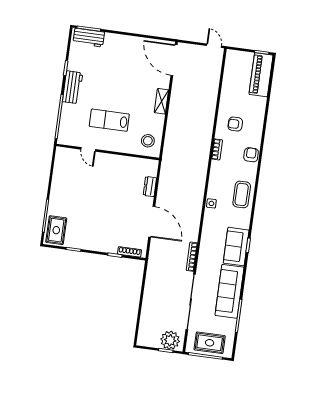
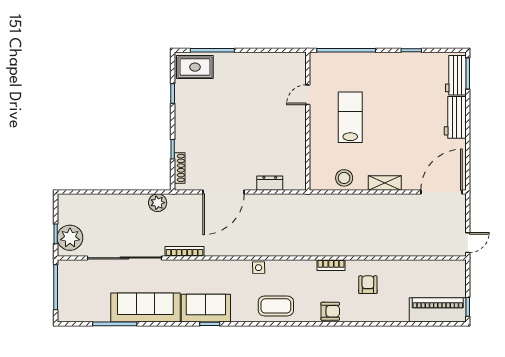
workbench: (73, 87) -> (455, 117), moved, turned 90
stool: (148, 141) -> (344, 178), moved
plant: (153, 272) -> (158, 203), added
rug: (210, 343) -> (74, 290), removed

